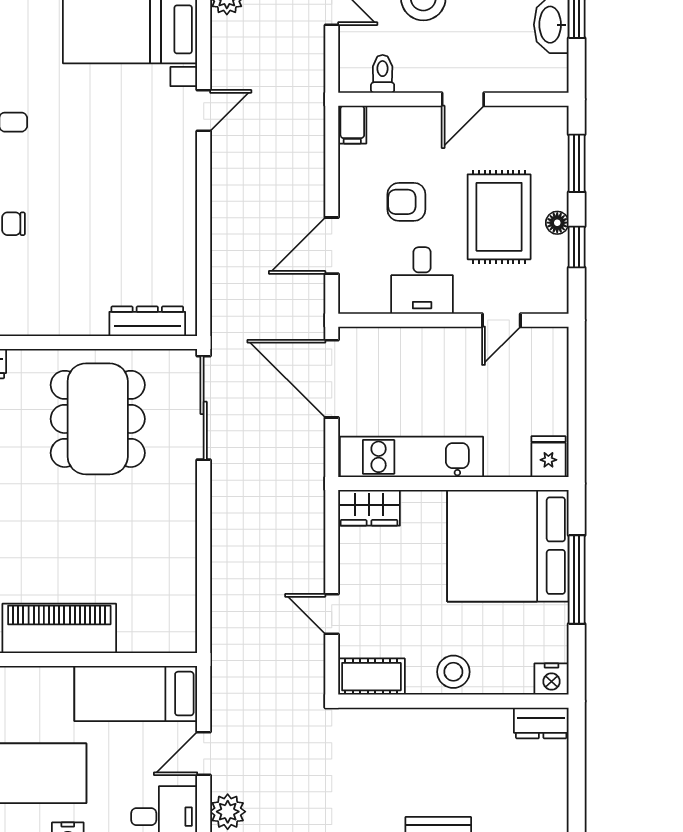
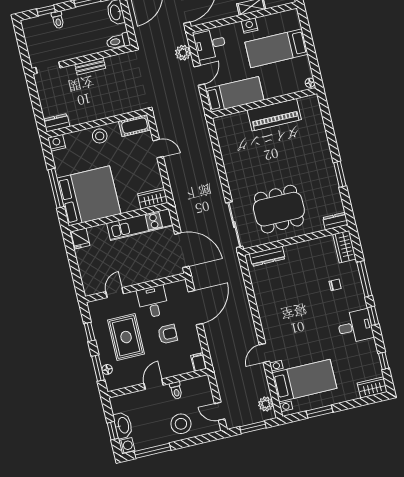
toilet: (383, 74) -> (176, 390), moved
floor lamp: (557, 223) -> (107, 369), moved
door: (332, 246) -> (195, 308), width x1.36
dining table: (98, 419) -> (279, 209), turned 90

